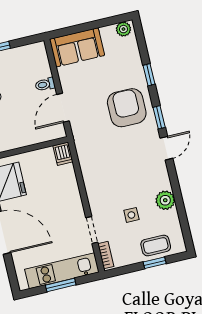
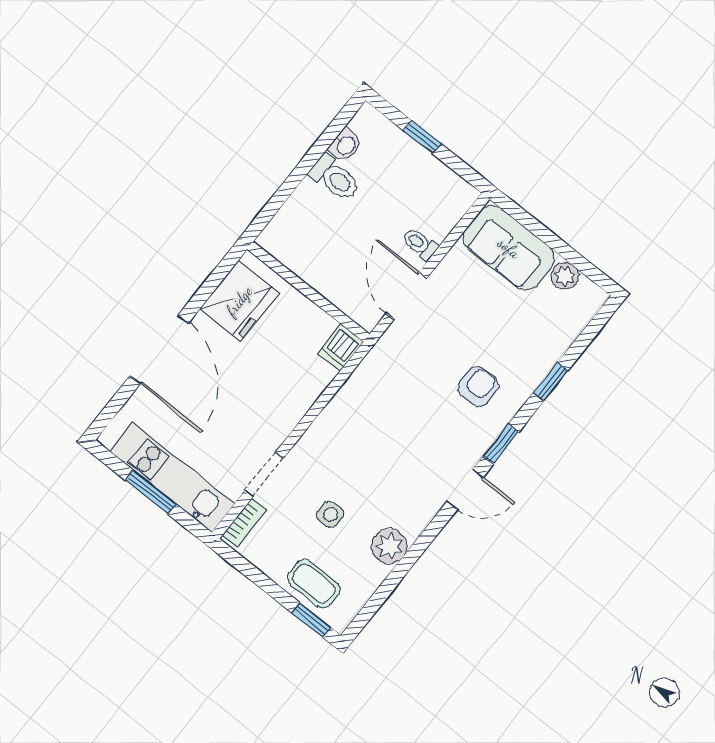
plant: (123, 29) -> (565, 276), moved
door: (63, 108) -> (406, 296), hinge flipped
armchair: (127, 108) -> (478, 387), width x0.53, depth x0.53
window: (155, 263) -> (311, 620), moved

